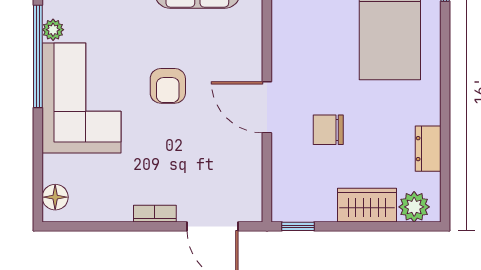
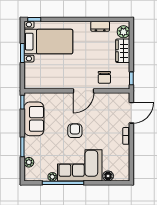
armchair: (168, 86) -> (75, 131), turned -90
chair: (328, 130) -> (104, 77), moved
floor lamp: (55, 197) -> (108, 176), moved

